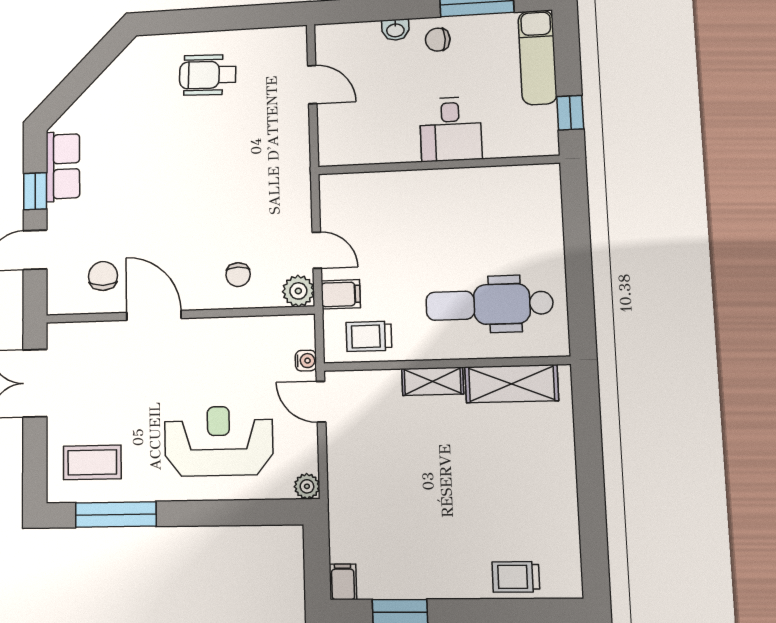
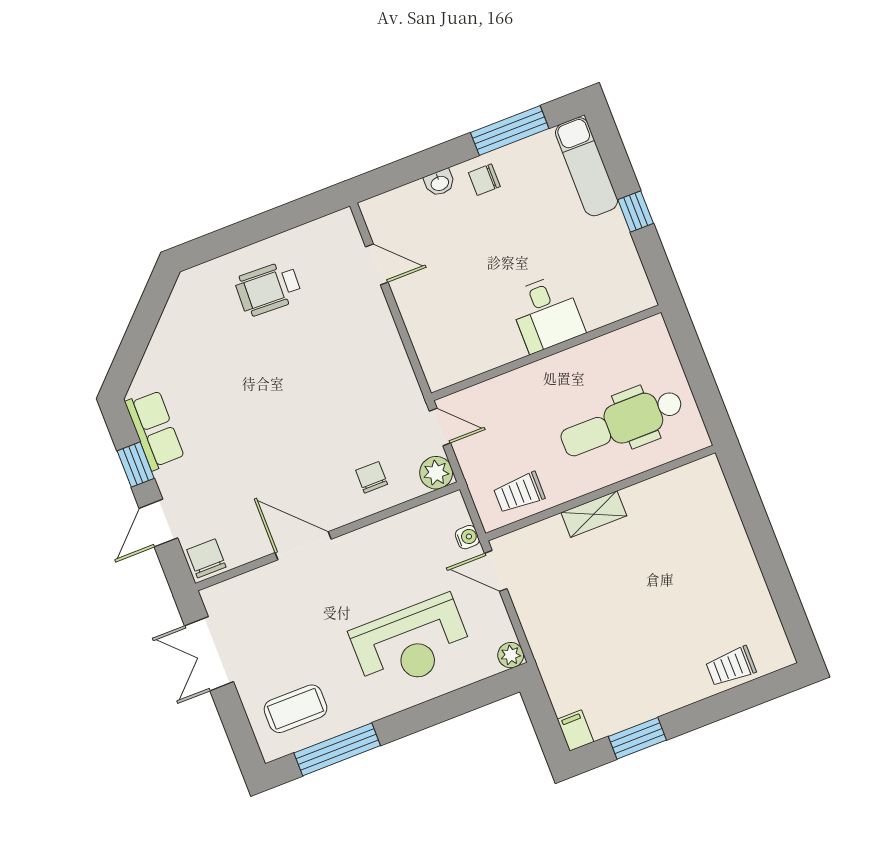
desk: (451, 129) -> (546, 314), moved
wall: (438, 165) -> (546, 353), moved
chair: (238, 275) -> (372, 477), turned 180
chair: (103, 276) -> (206, 558), moved
filing cabinet: (341, 294) -> (478, 462), removed
shelving: (512, 384) -> (668, 490), removed
reception desk: (219, 441) -> (411, 644), turned 180

